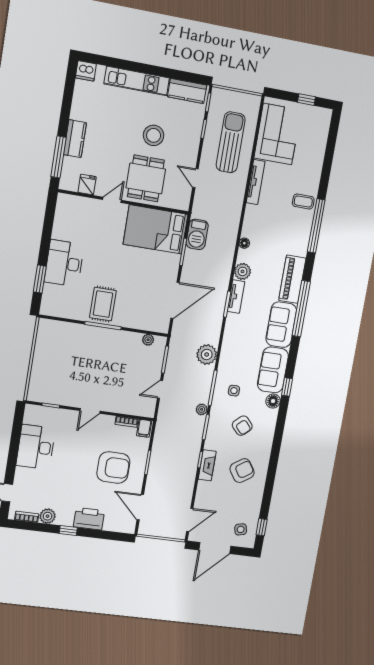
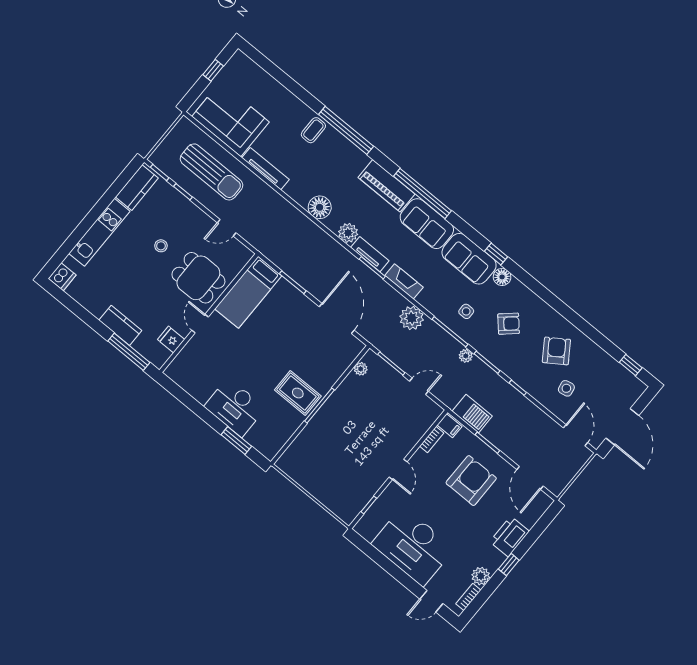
stool: (154, 135) -> (161, 246), width x0.53, depth x0.53
sun lounger: (231, 142) -> (212, 172), turned 180
bed: (156, 229) -> (248, 292), width x0.67
barbecue: (197, 234) -> (472, 414), moved
floor lamp: (244, 243) -> (320, 207), width x1.89, depth x1.89
door: (160, 389) -> (419, 386), swing flipped
desk: (36, 447) -> (413, 546), width x1.36, depth x1.30
fireplace: (207, 465) -> (404, 281), moved
door: (140, 507) -> (530, 478), hinge flipped
side table: (241, 529) -> (566, 388), moved

